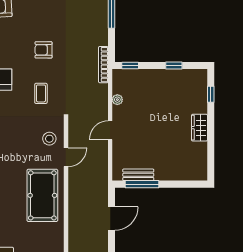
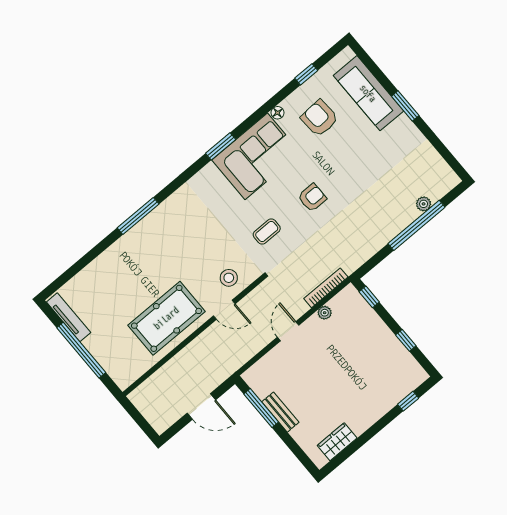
armchair: (44, 50) -> (312, 198), turned 90
bookcase: (103, 65) -> (326, 288), moved
wardrobe: (199, 128) -> (337, 442), moved
door: (110, 130) -> (288, 331), hinge flipped
bench: (138, 175) -> (280, 412), moved

